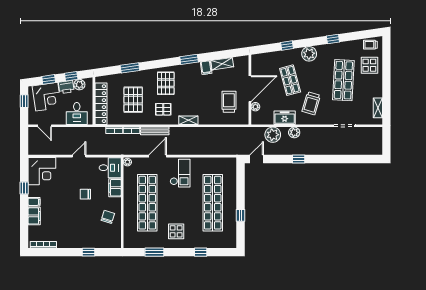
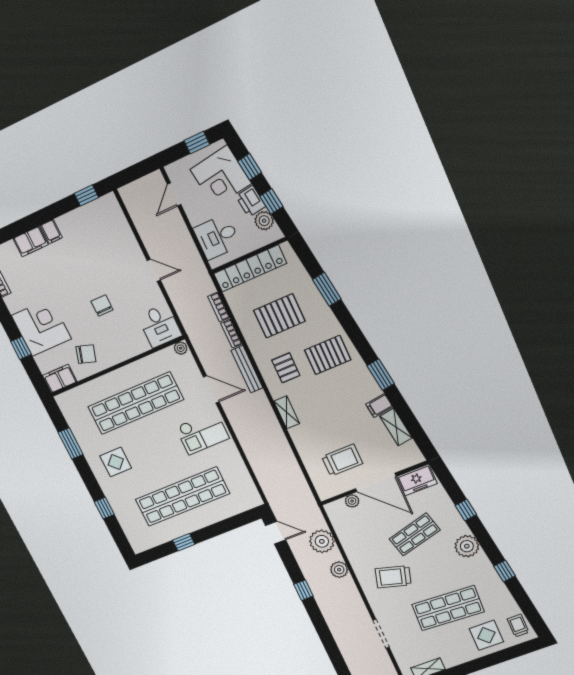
freezer: (285, 118) -> (417, 480), moved, turned 90
corner desk: (42, 171) -> (41, 327), moved, turned 180
window: (24, 188) -> (86, 195), moved
filing cabinet: (115, 188) -> (60, 379), moved

